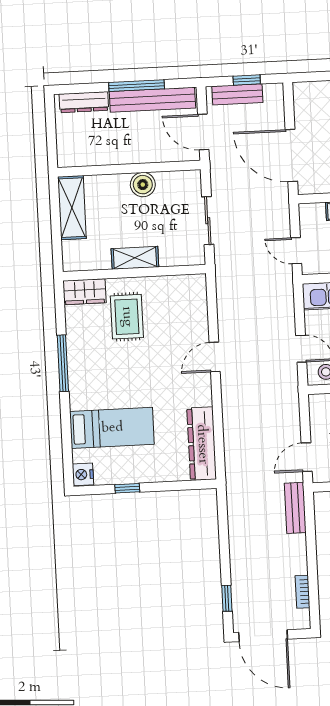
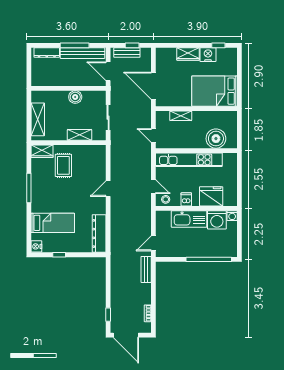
shelving: (72, 208) -> (38, 119), moved
shelving: (135, 258) -> (80, 135), moved

